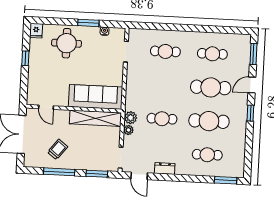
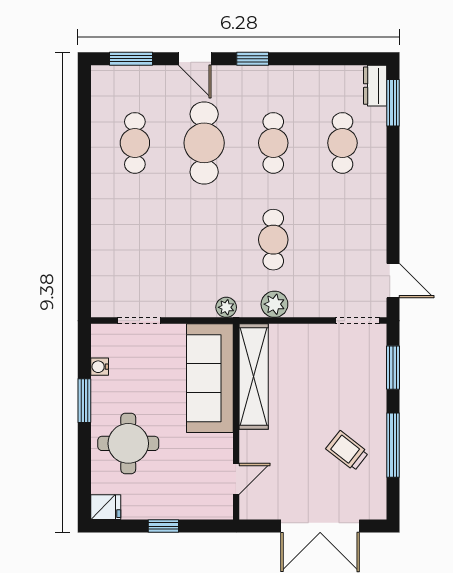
cafe table: (165, 51) -> (135, 240), removed
sofa: (96, 97) -> (210, 378), moved
door: (46, 107) -> (236, 479), moved
wall: (74, 109) -> (236, 422), moved
shelving: (95, 118) -> (254, 376), moved
cafe table: (209, 121) -> (273, 143), width x0.73, depth x0.74
plant: (128, 130) -> (226, 307), moved
dresser: (165, 168) -> (375, 86), moved
door: (139, 176) -> (393, 281), hinge flipped

